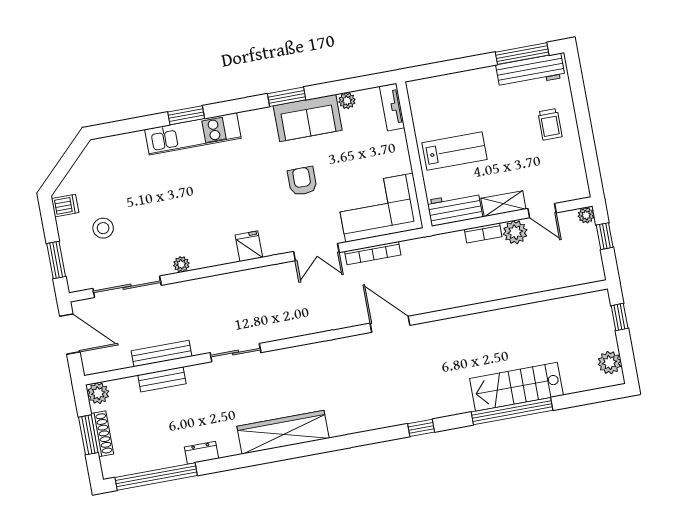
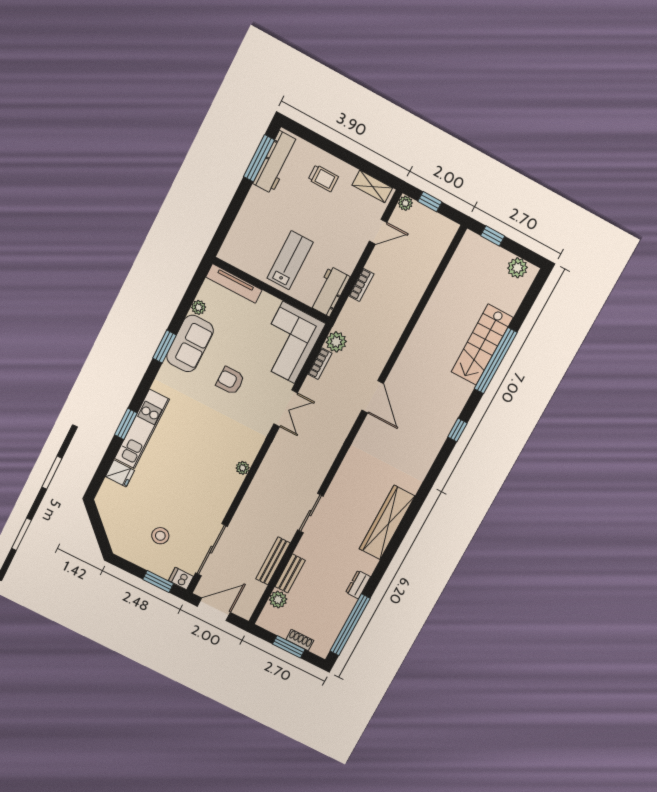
tv unit: (392, 107) -> (234, 283), width x1.41
shelving: (503, 204) -> (372, 186), moved, turned 90
dishwasher: (65, 206) -> (181, 578), moved, turned -90
plant: (515, 232) -> (336, 342), moved
fridge: (249, 246) -> (120, 473), moved, turned 180
bookcase: (373, 253) -> (320, 364), width x0.64
plant: (181, 264) -> (243, 468), moved
door: (390, 324) -> (373, 397), swing flipped
plant: (98, 393) -> (278, 599), moved
shoe rack: (102, 434) -> (300, 640), width x0.70

